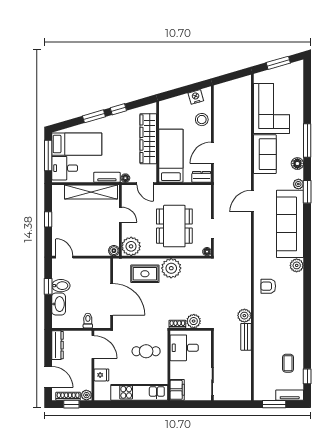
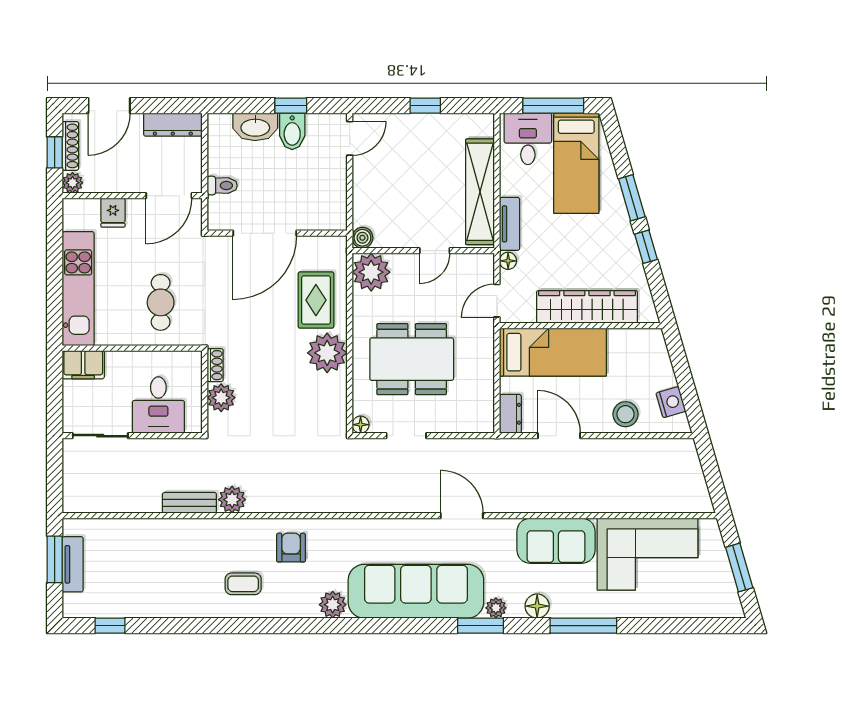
desk: (184, 348) -> (158, 405), moved, turned 180
coffee table: (288, 363) -> (243, 584), moved
tv unit: (290, 395) -> (73, 564), moved

